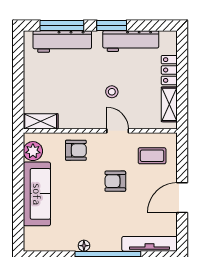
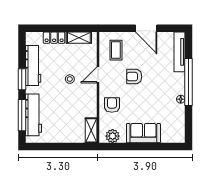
armchair: (115, 181) -> (134, 77), turned 90
sofa: (37, 194) -> (143, 133), width x0.73

